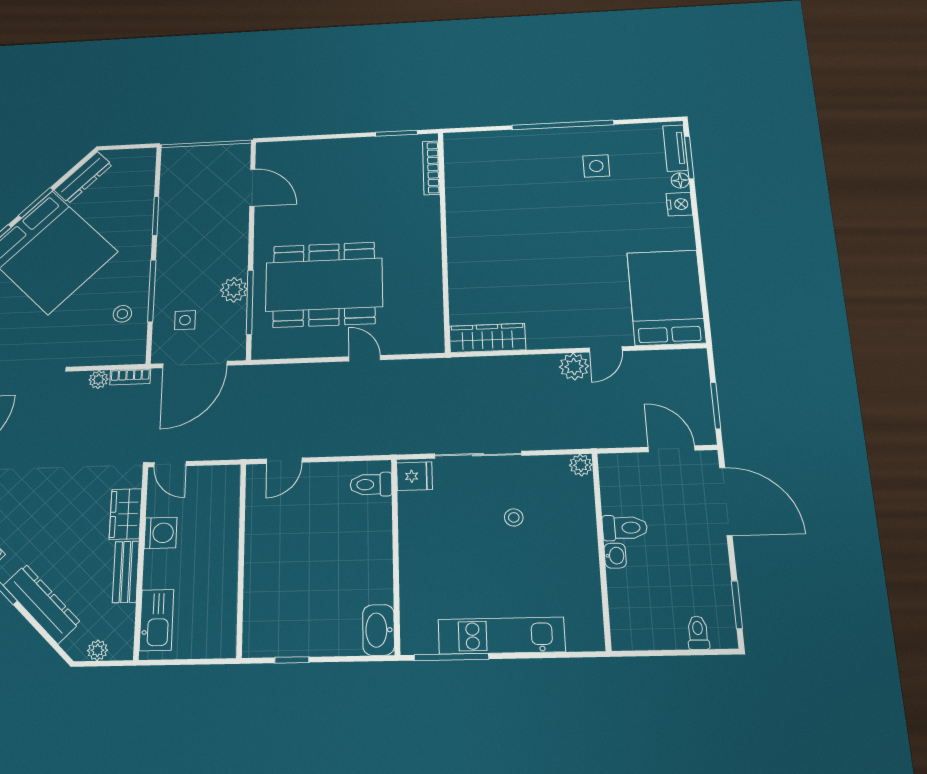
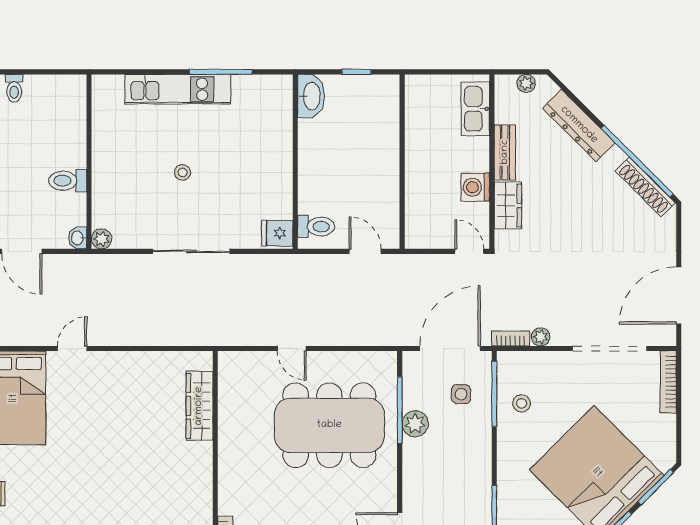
window: (152, 291) -> (494, 394), moved
wardrobe: (487, 338) -> (199, 406), moved, turned 90
plant: (574, 367) -> (102, 333), removed
door: (284, 461) -> (365, 251), hinge flipped
fridge: (414, 476) -> (277, 233), moved
toilet: (371, 484) -> (316, 227), moved
stool: (514, 517) -> (183, 172), moved
wall: (396, 555) -> (295, 162), moved
washbasin: (615, 556) -> (78, 238), moved
washbasin: (379, 630) -> (311, 96), moved

